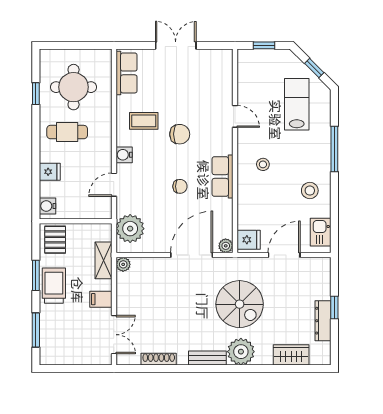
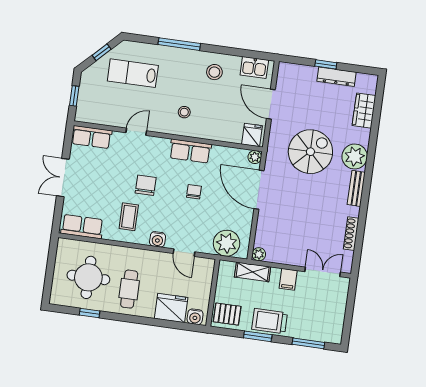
row of seats: (223, 70) -> (92, 137), added
fridge: (50, 172) -> (171, 308), width x1.88, depth x1.34

